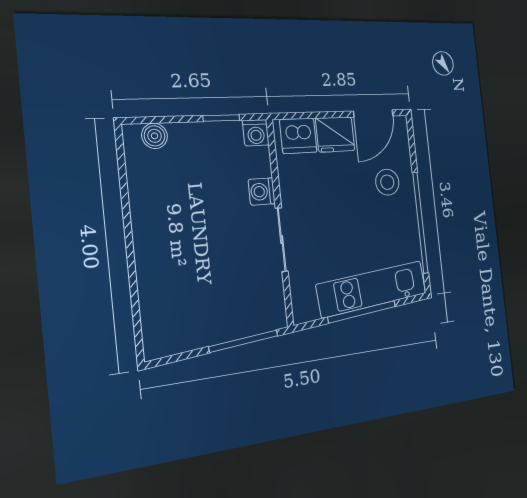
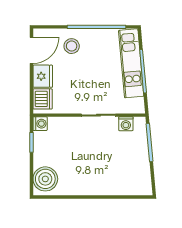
door: (373, 113) -> (31, 50), hinge flipped
boiler: (155, 136) -> (45, 179), width x1.86, depth x1.86
washing machine: (262, 192) -> (126, 124), moved

